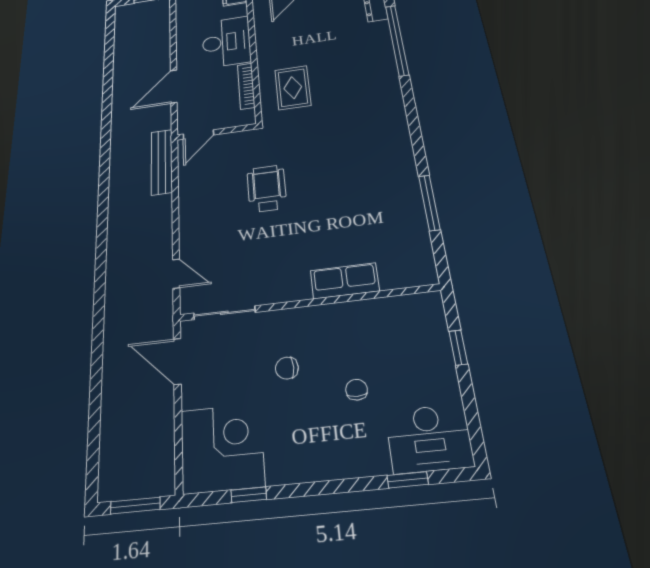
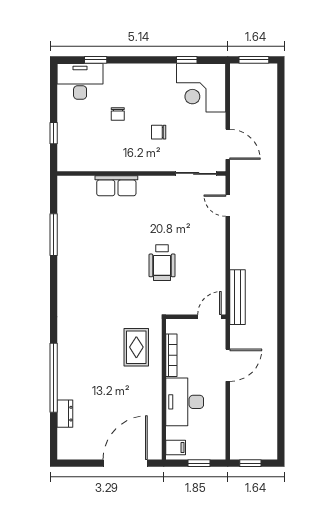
chair: (287, 368) -> (159, 132), turned 180

